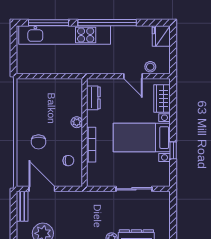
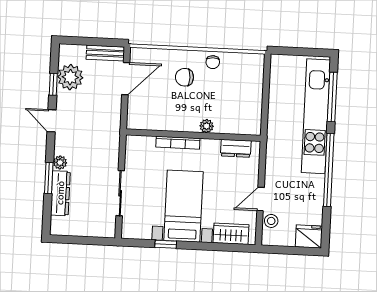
chair: (68, 161) -> (213, 62), moved

